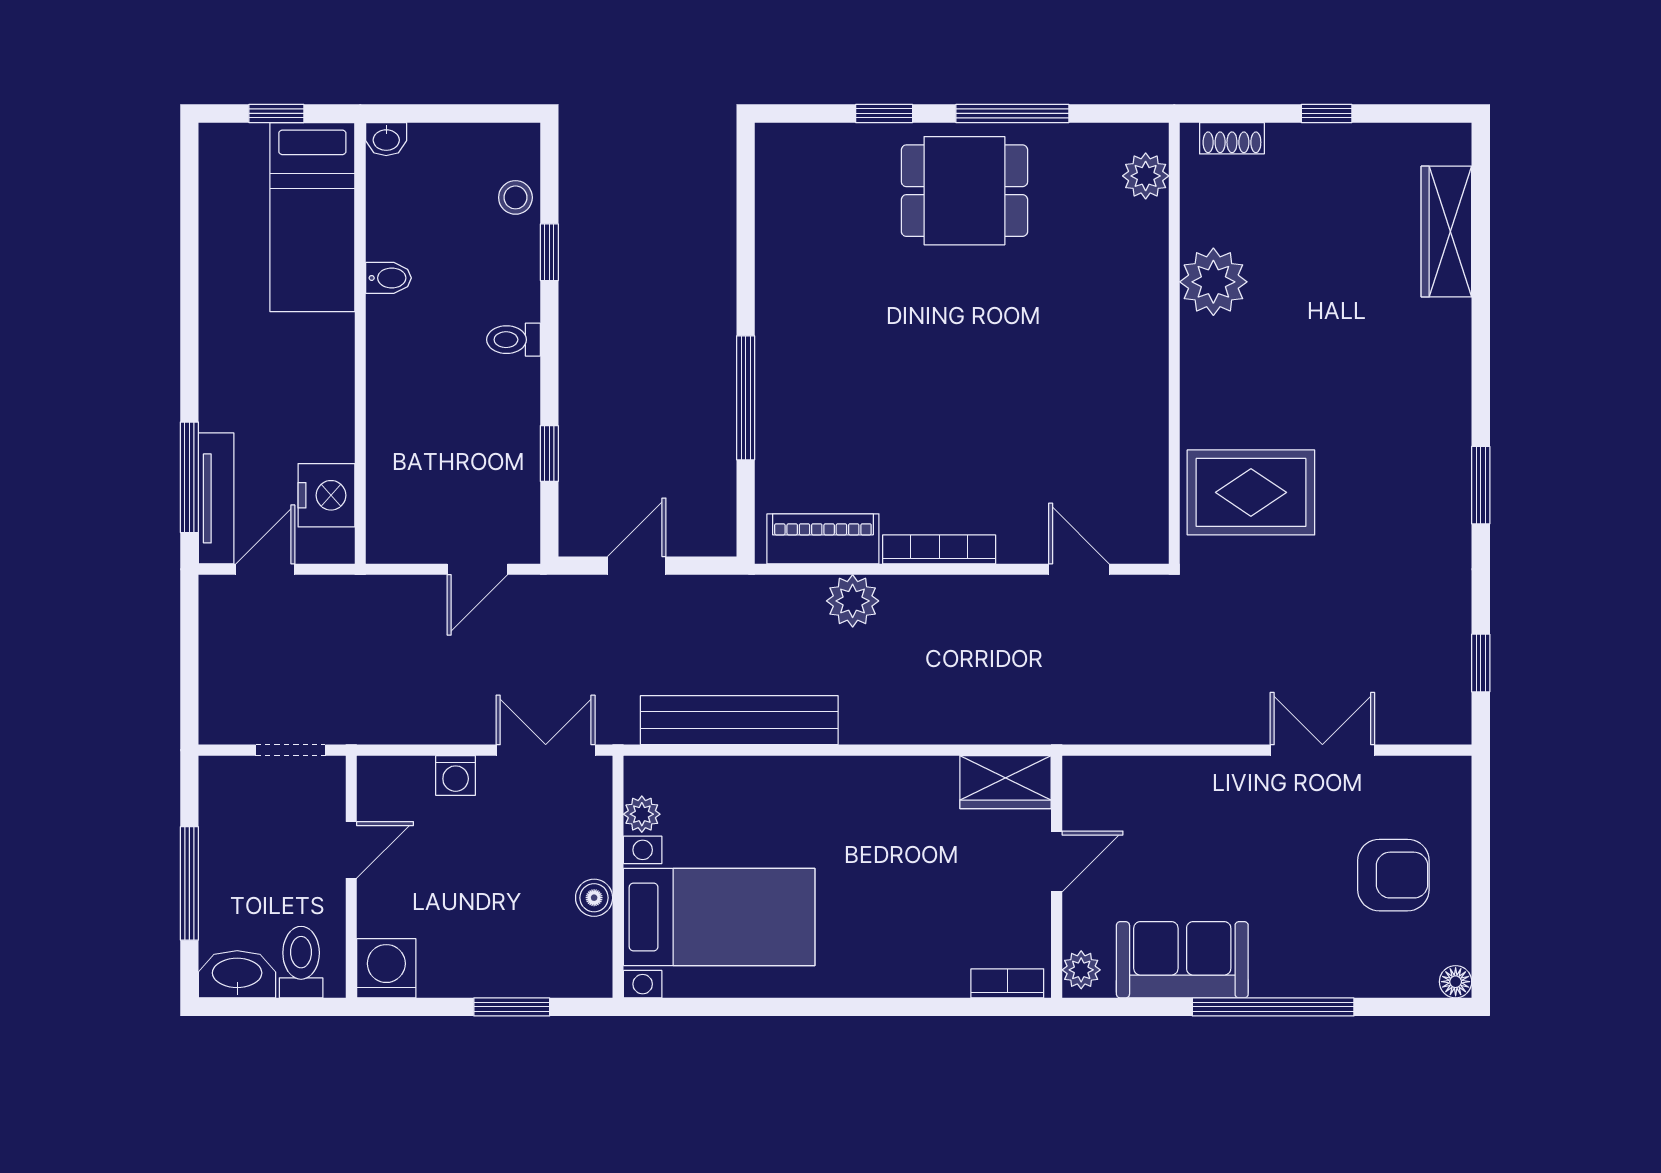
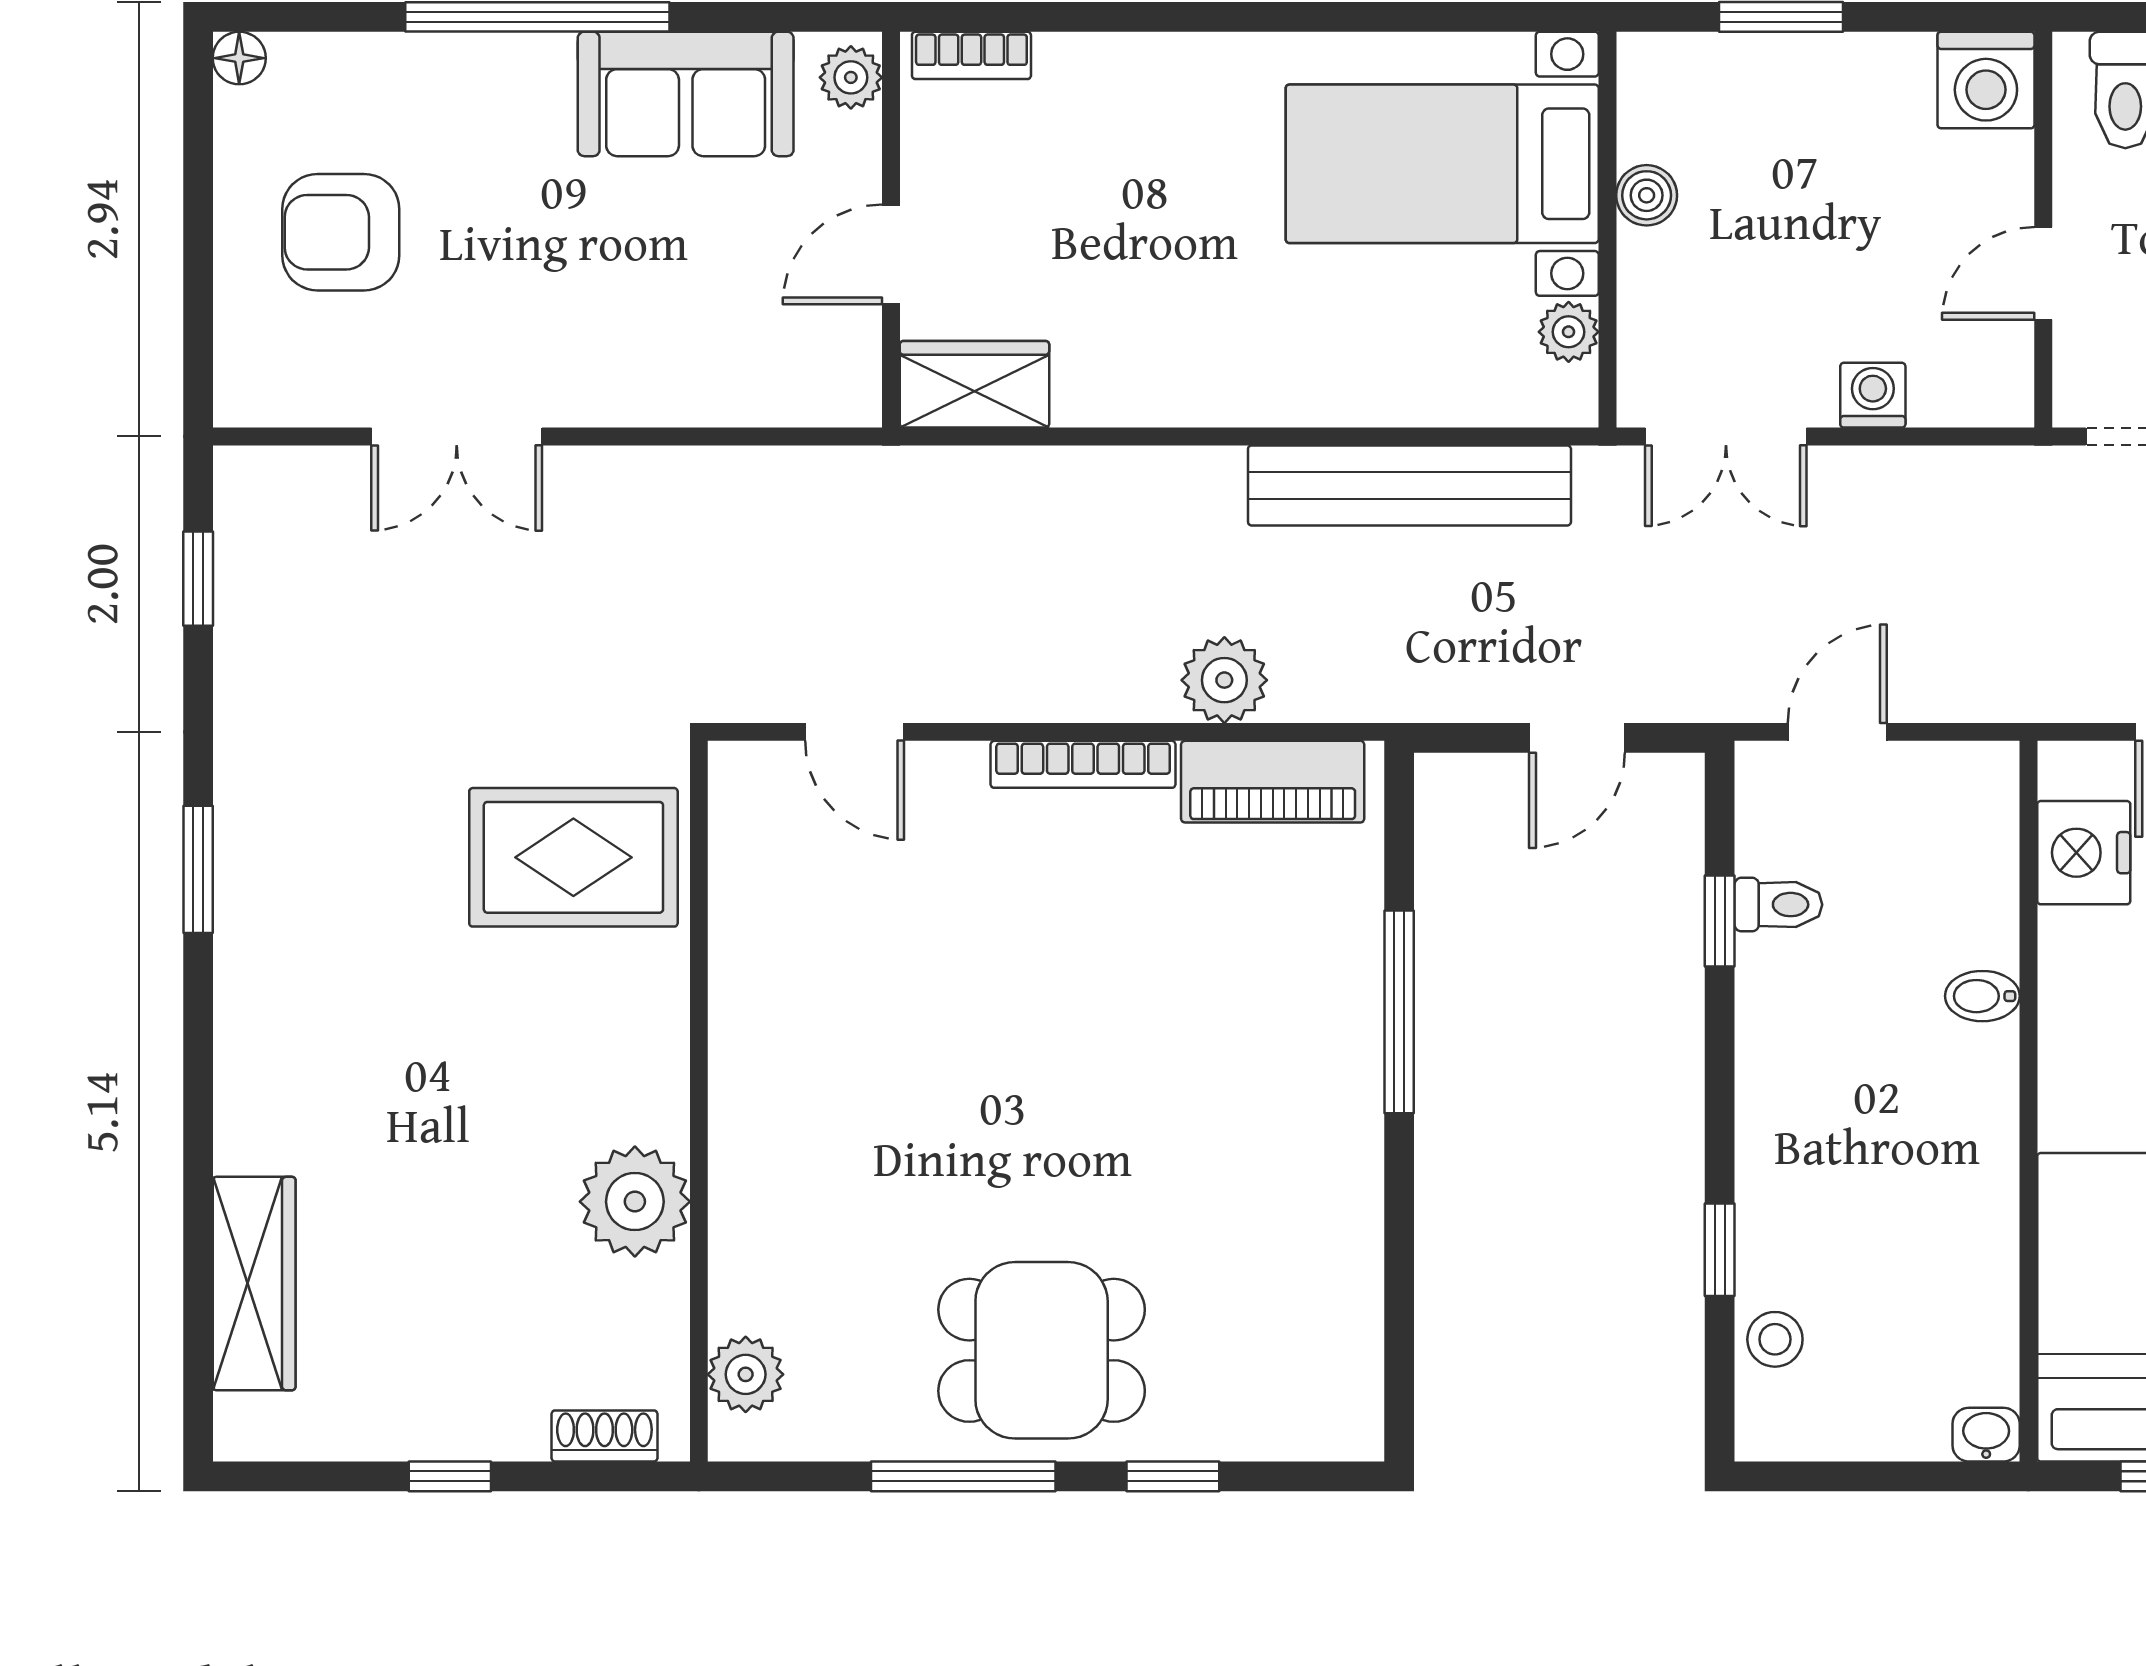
bidet: (389, 278) -> (1982, 996), moved
toilet: (513, 340) -> (1778, 905), moved

